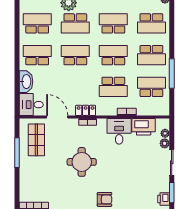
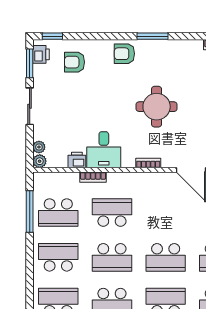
window: (172, 74) -> (30, 212), moved
locker: (86, 110) -> (151, 179), removed
printer: (144, 127) -> (77, 160), width x0.53, depth x0.68
plant: (165, 143) -> (40, 161), moved
armchair: (140, 193) -> (75, 62), added

